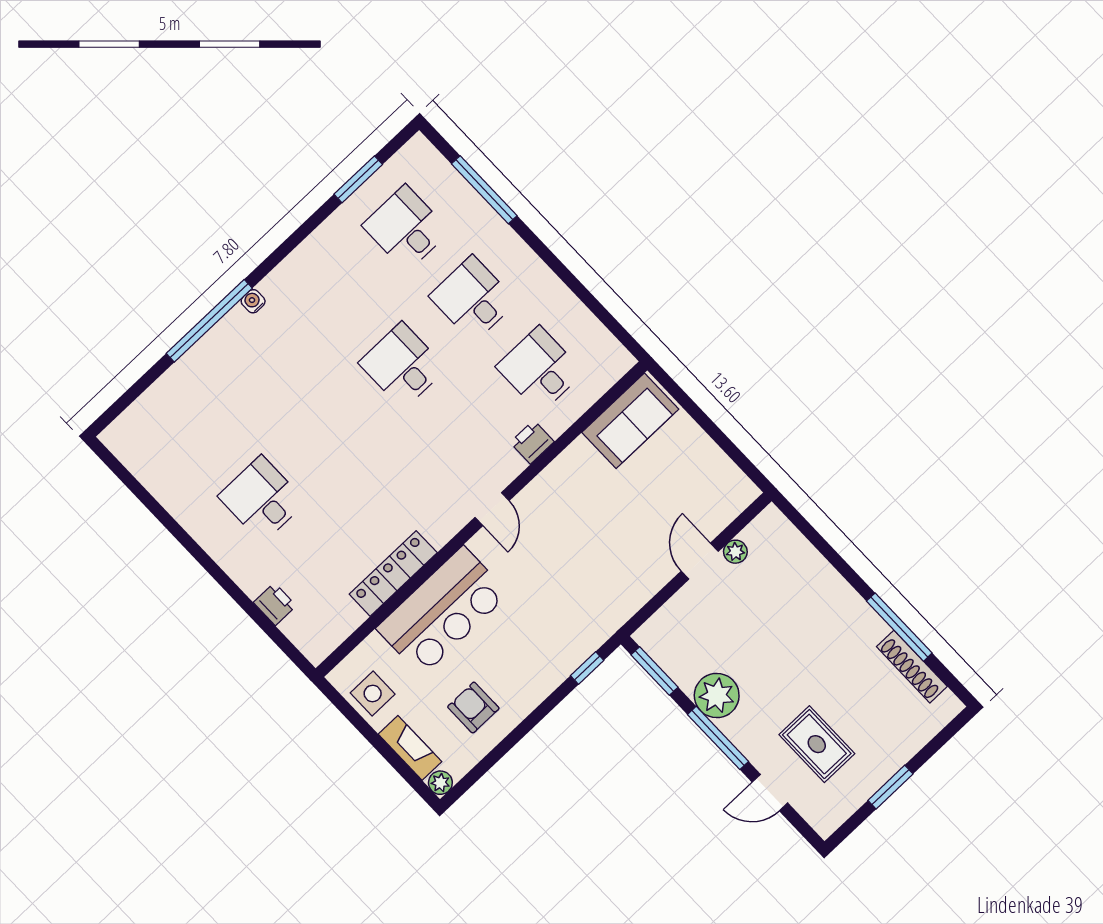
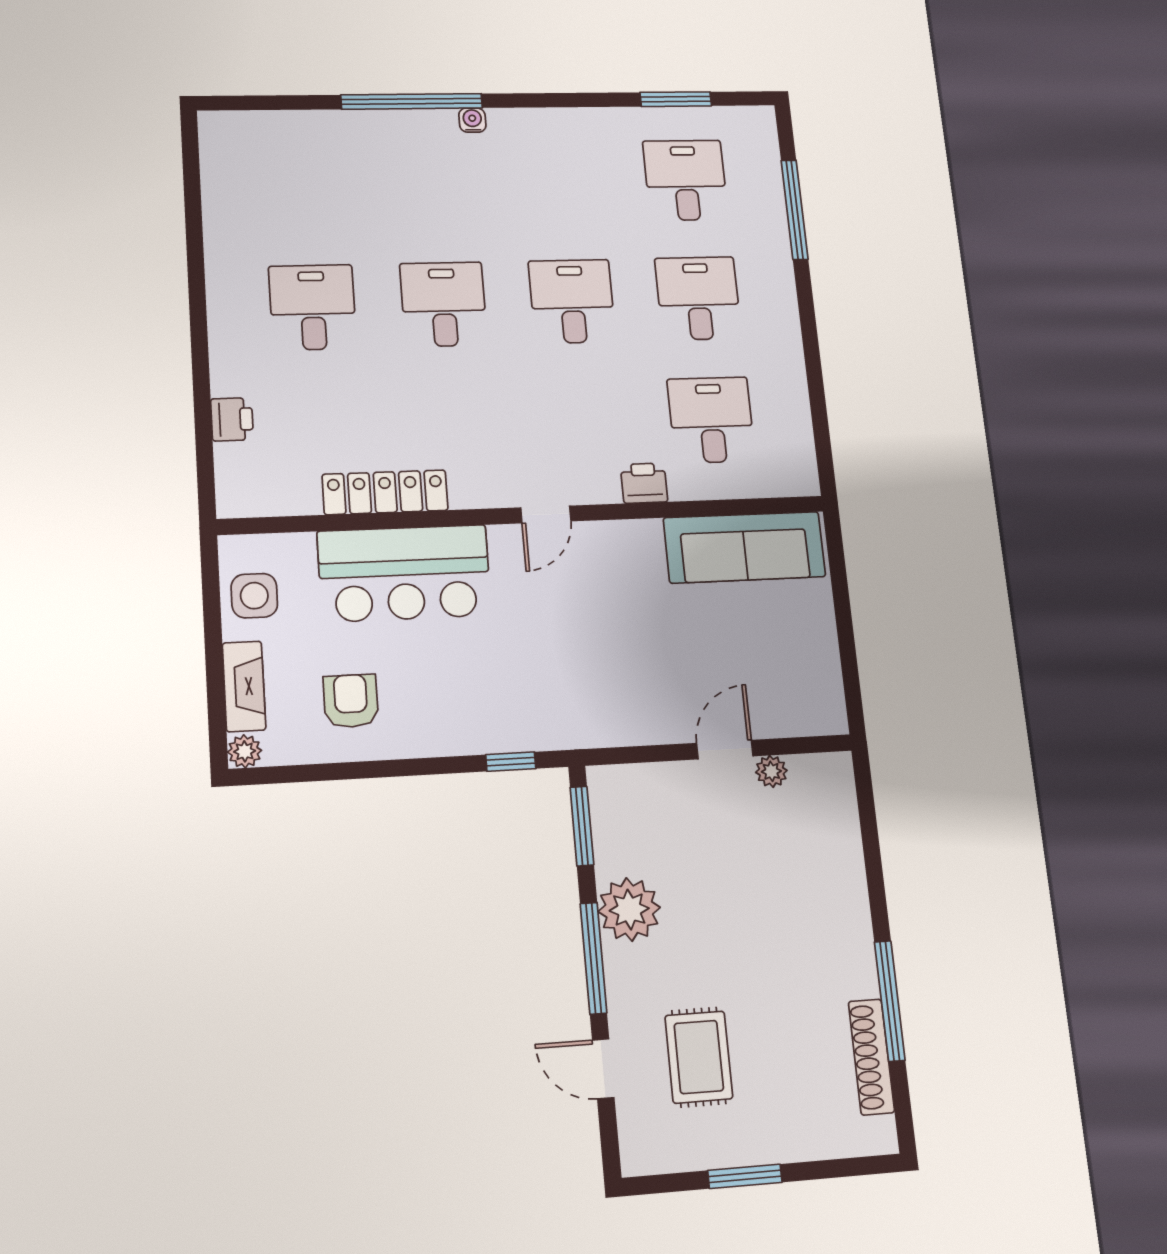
sofa: (630, 421) -> (745, 547), width x1.36
desk: (332, 432) -> (444, 304), added

